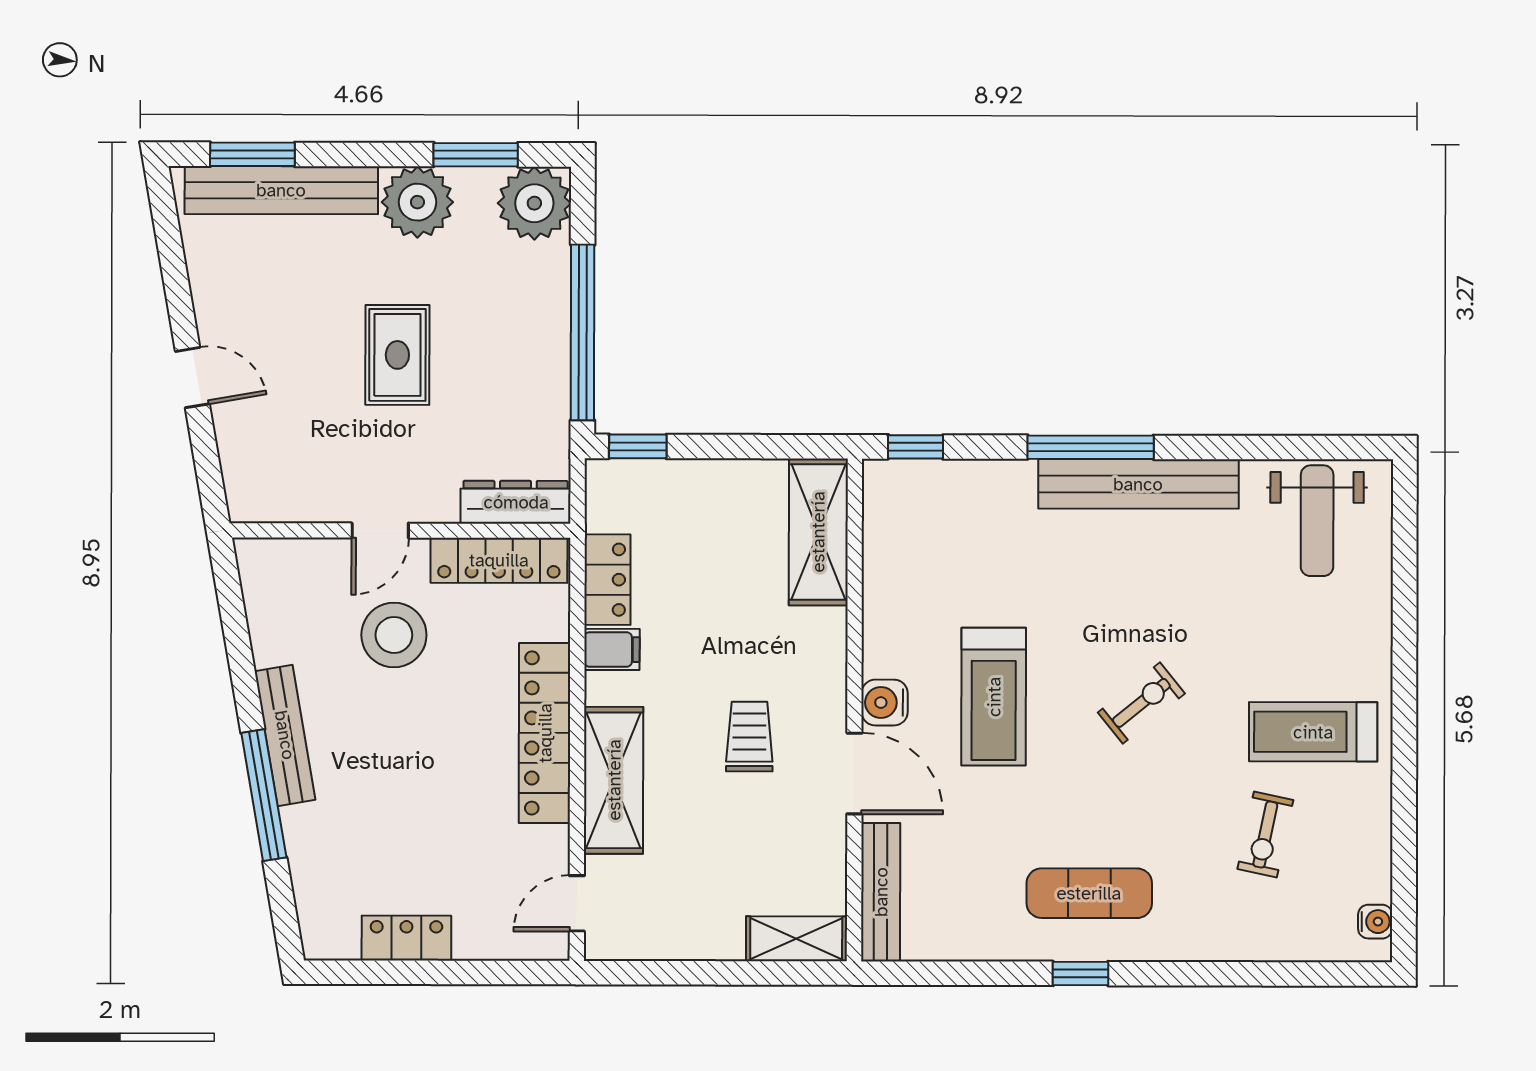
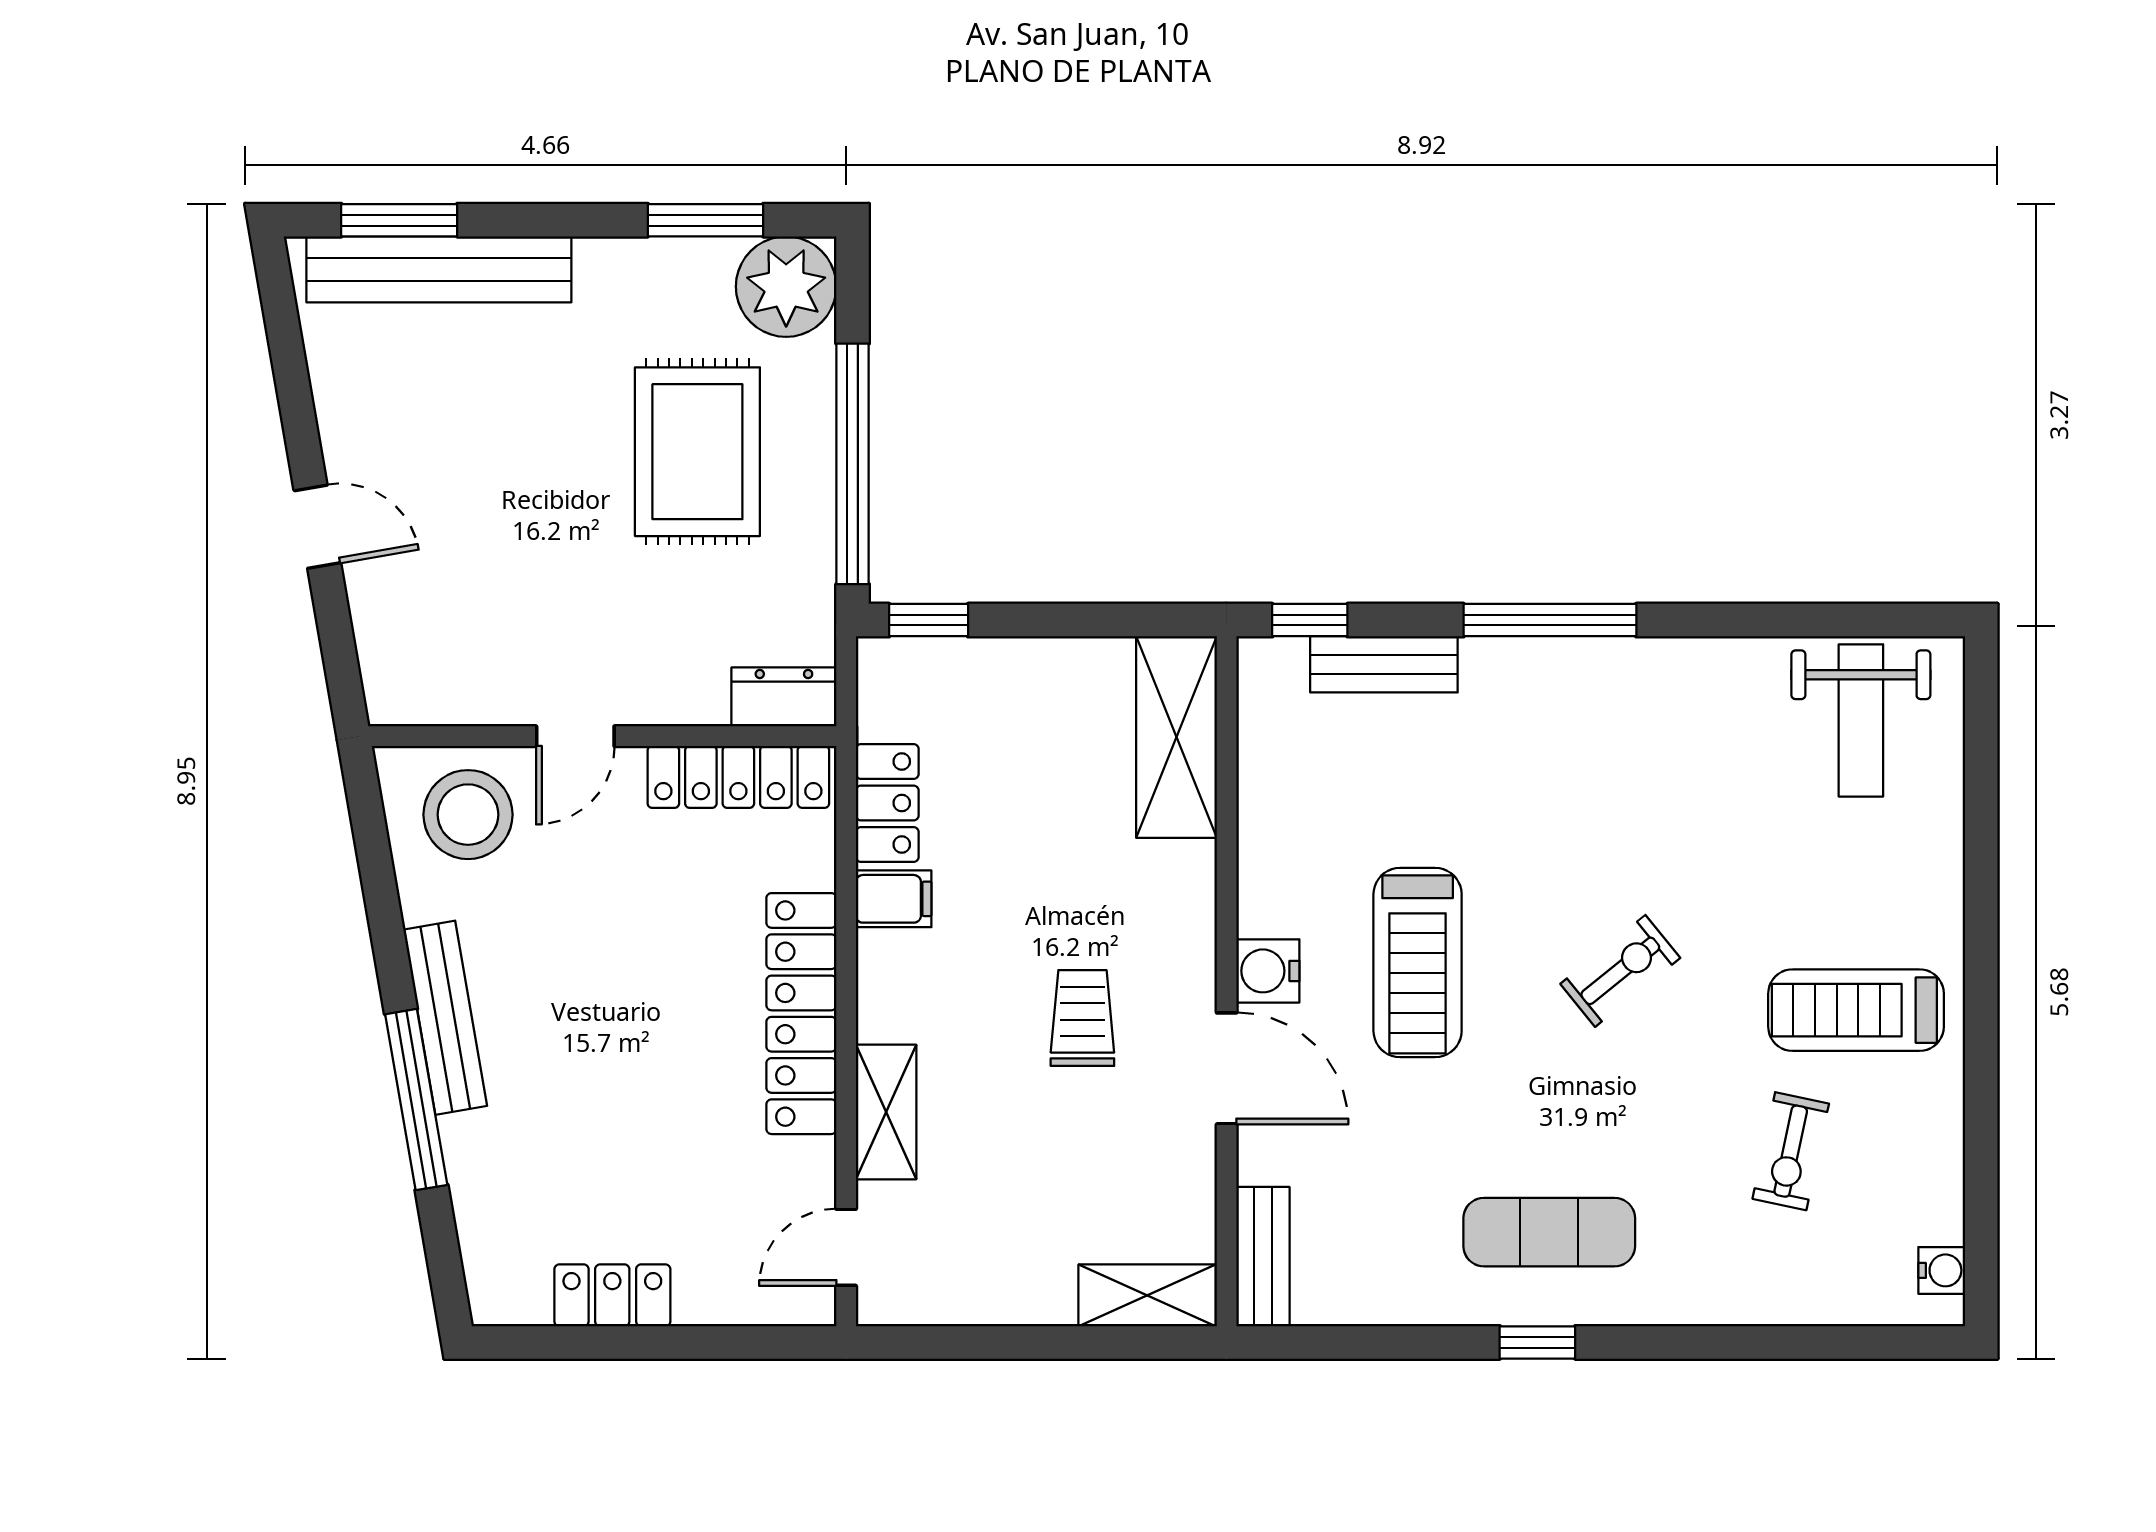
plant: (417, 202) -> (626, 285), removed
rug: (397, 355) -> (697, 452), moved, width x1.36, depth x1.43
bench: (1138, 484) -> (1384, 664), moved, width x0.54, depth x0.82
dresser: (516, 502) -> (784, 697), width x0.70
stool: (394, 635) -> (468, 815), moved
shelving: (614, 780) -> (886, 1112), width x0.67, depth x0.75
bench: (881, 892) -> (1263, 1257), width x0.73

